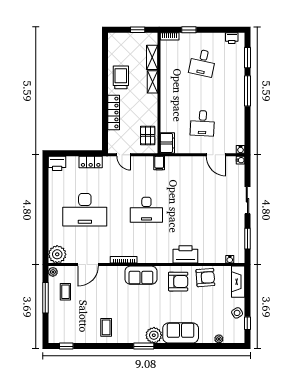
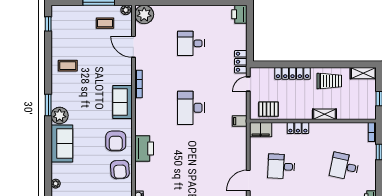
shelving: (152, 57) -> (363, 73), moved
locker: (166, 107) -> (298, 128), added
locker: (91, 162) -> (241, 62), moved
desk: (85, 210) -> (191, 43), width x0.53, depth x0.77

